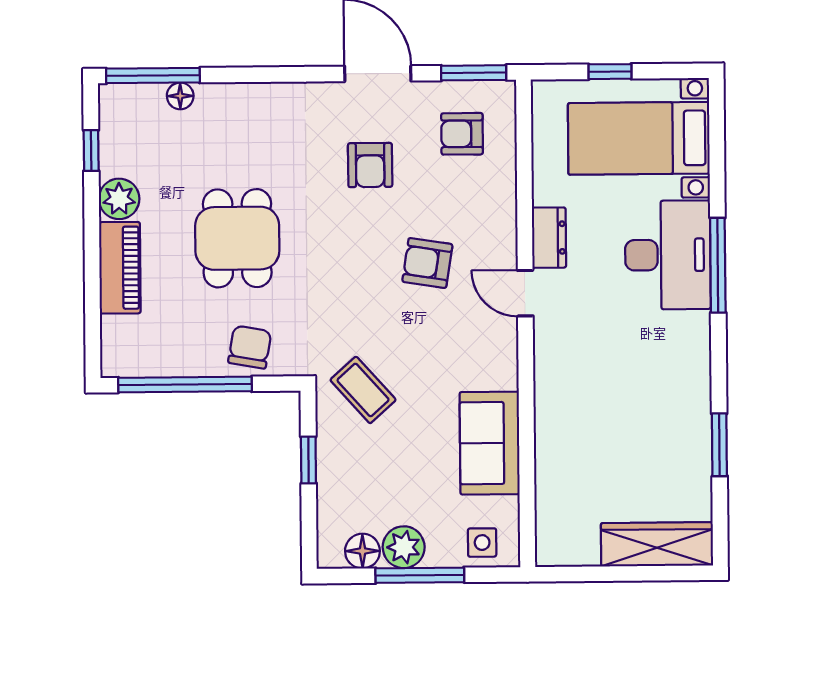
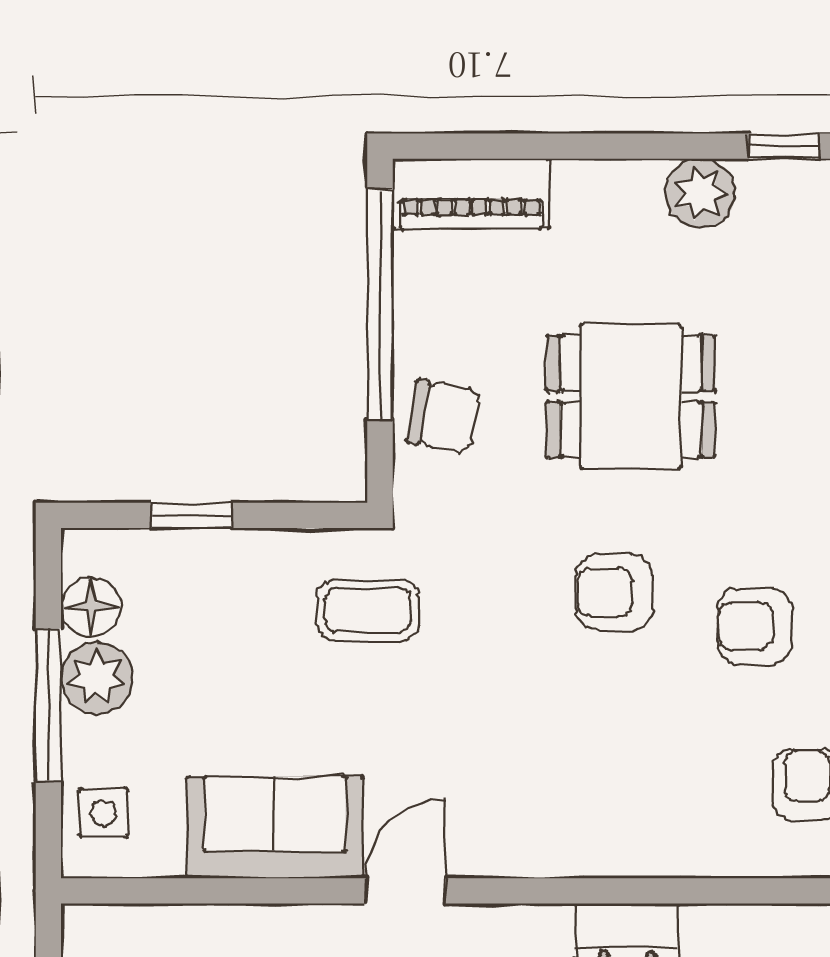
armchair: (427, 263) -> (614, 593), moved, turned -99
piano: (120, 268) -> (471, 194), moved
door: (525, 293) -> (406, 891), moved
coffee table: (363, 390) -> (368, 610), turned 42
window: (308, 460) -> (192, 515), moved

